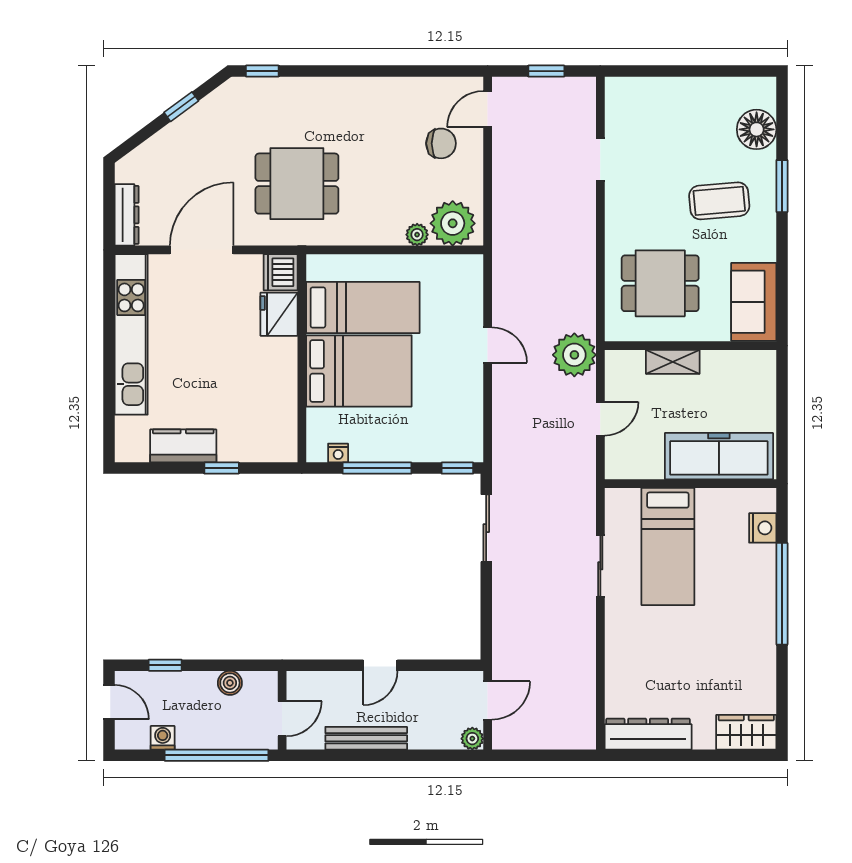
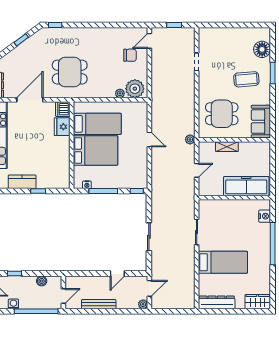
plant: (574, 355) -> (190, 139), width x0.53, depth x0.53
sliding door: (486, 528) -> (149, 237), moved
bed: (668, 546) -> (223, 262), moved, turned -90
door: (380, 665) -> (117, 274), moved

